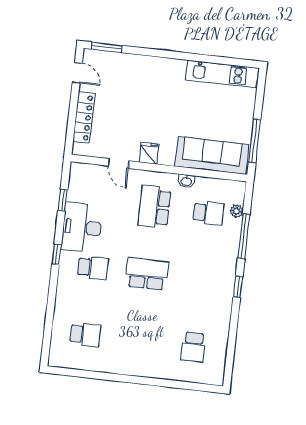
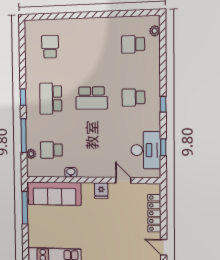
school desk: (155, 207) -> (51, 99), moved, turned 180
desk: (82, 227) -> (146, 150), moved
plant: (56, 347) -> (155, 31), added

